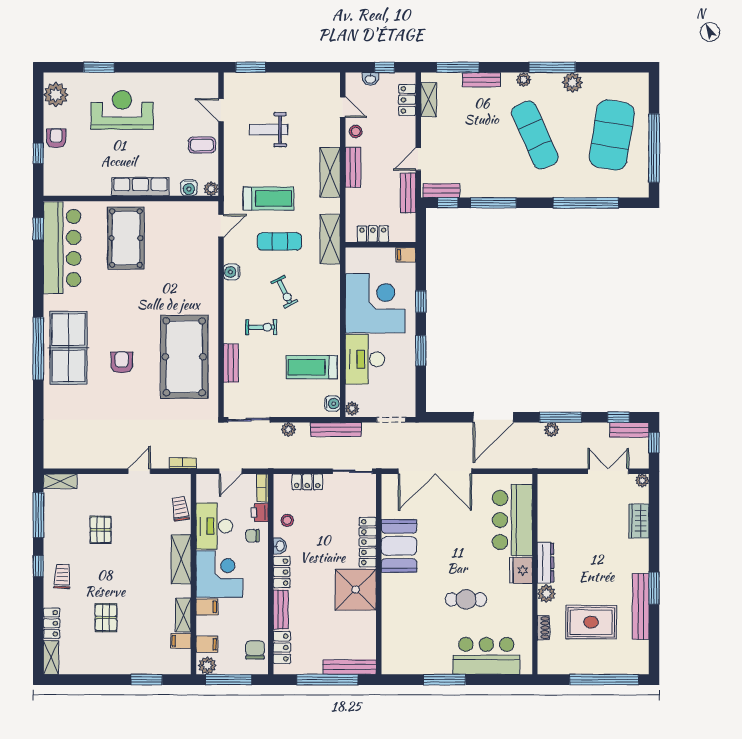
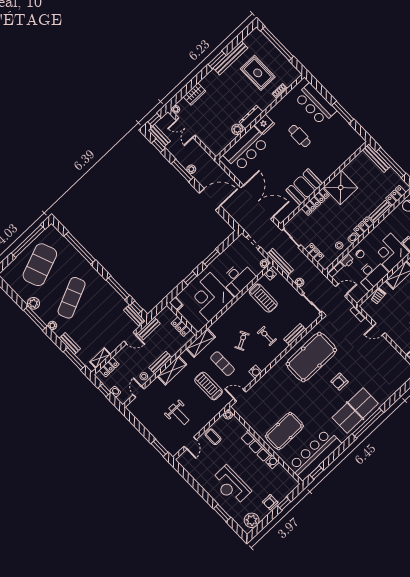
exercise mat: (612, 135) -> (40, 265), turned -30
water cooler: (189, 188) -> (272, 462), moved
plant: (546, 594) -> (237, 129), moved

